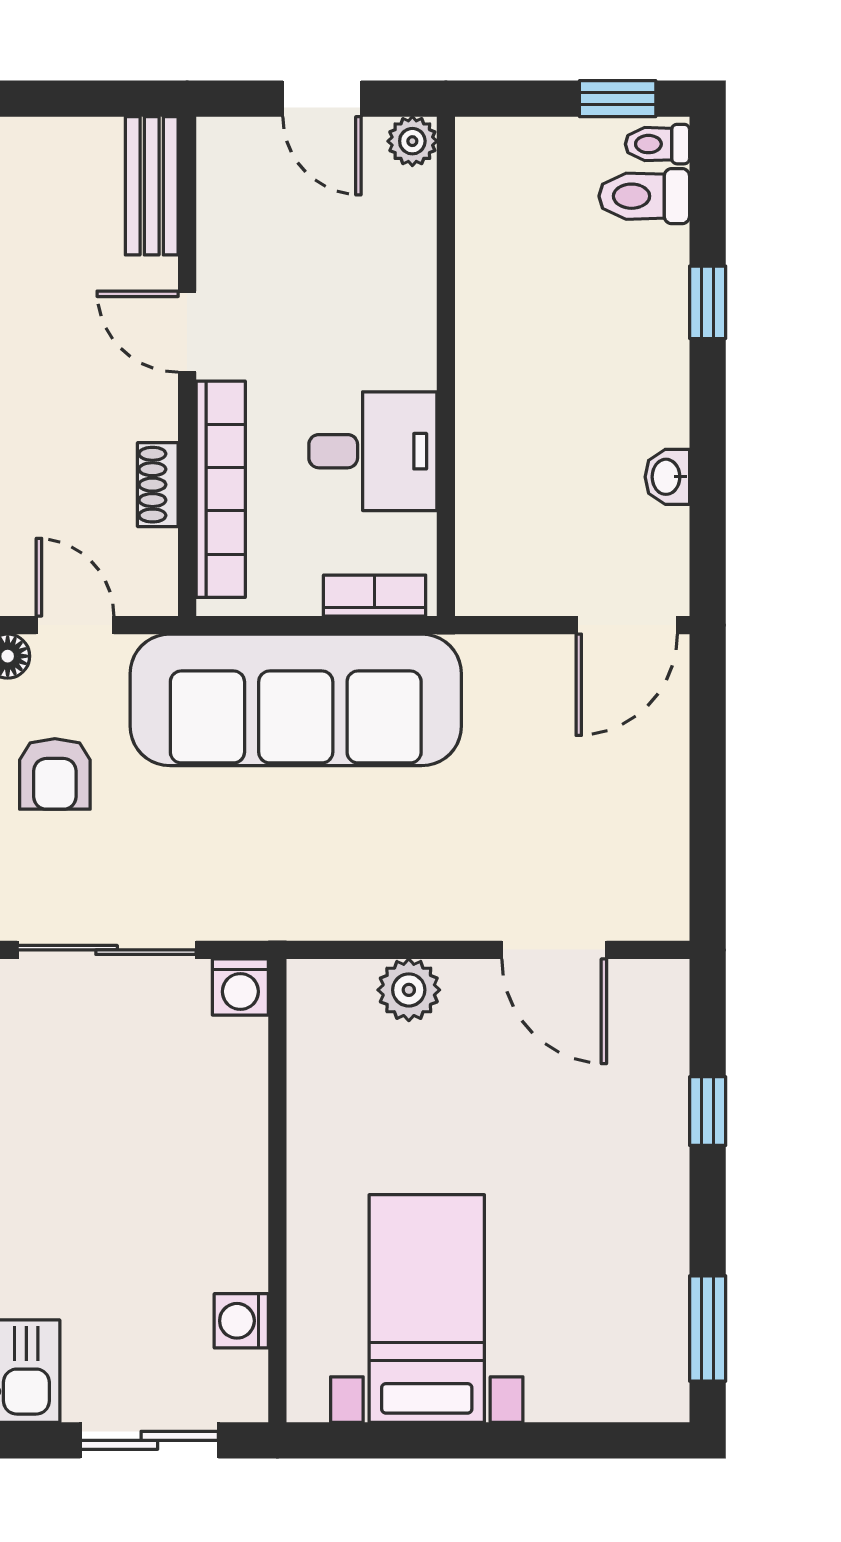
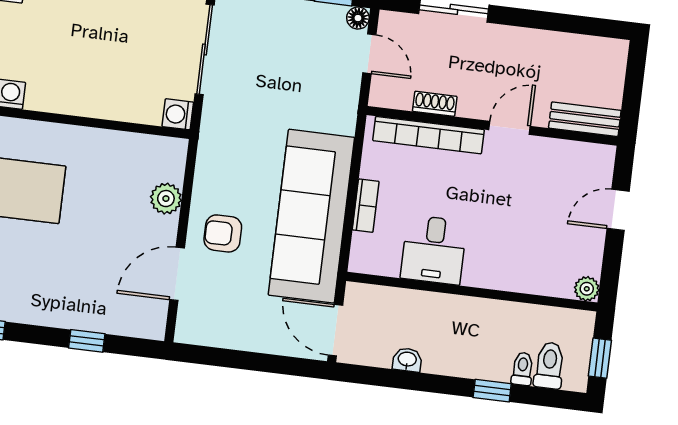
plant: (412, 141) -> (587, 289), moved
toilet: (657, 144) -> (522, 369), moved
wall: (446, 366) -> (472, 292), moved
desk: (373, 451) -> (434, 250), moved
door: (75, 625) -> (369, 54), hinge flipped
sofa: (296, 700) -> (311, 216), moved
armchair: (55, 774) -> (223, 233), moved

